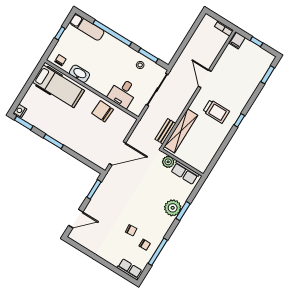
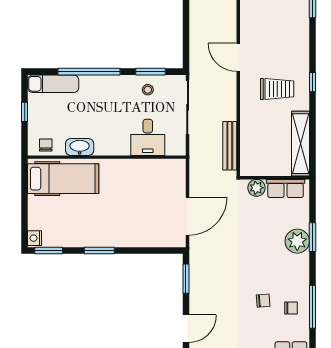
chair: (103, 111) -> (137, 176), removed
bench: (165, 131) -> (230, 146), width x1.36
shelving: (181, 131) -> (301, 144), moved

